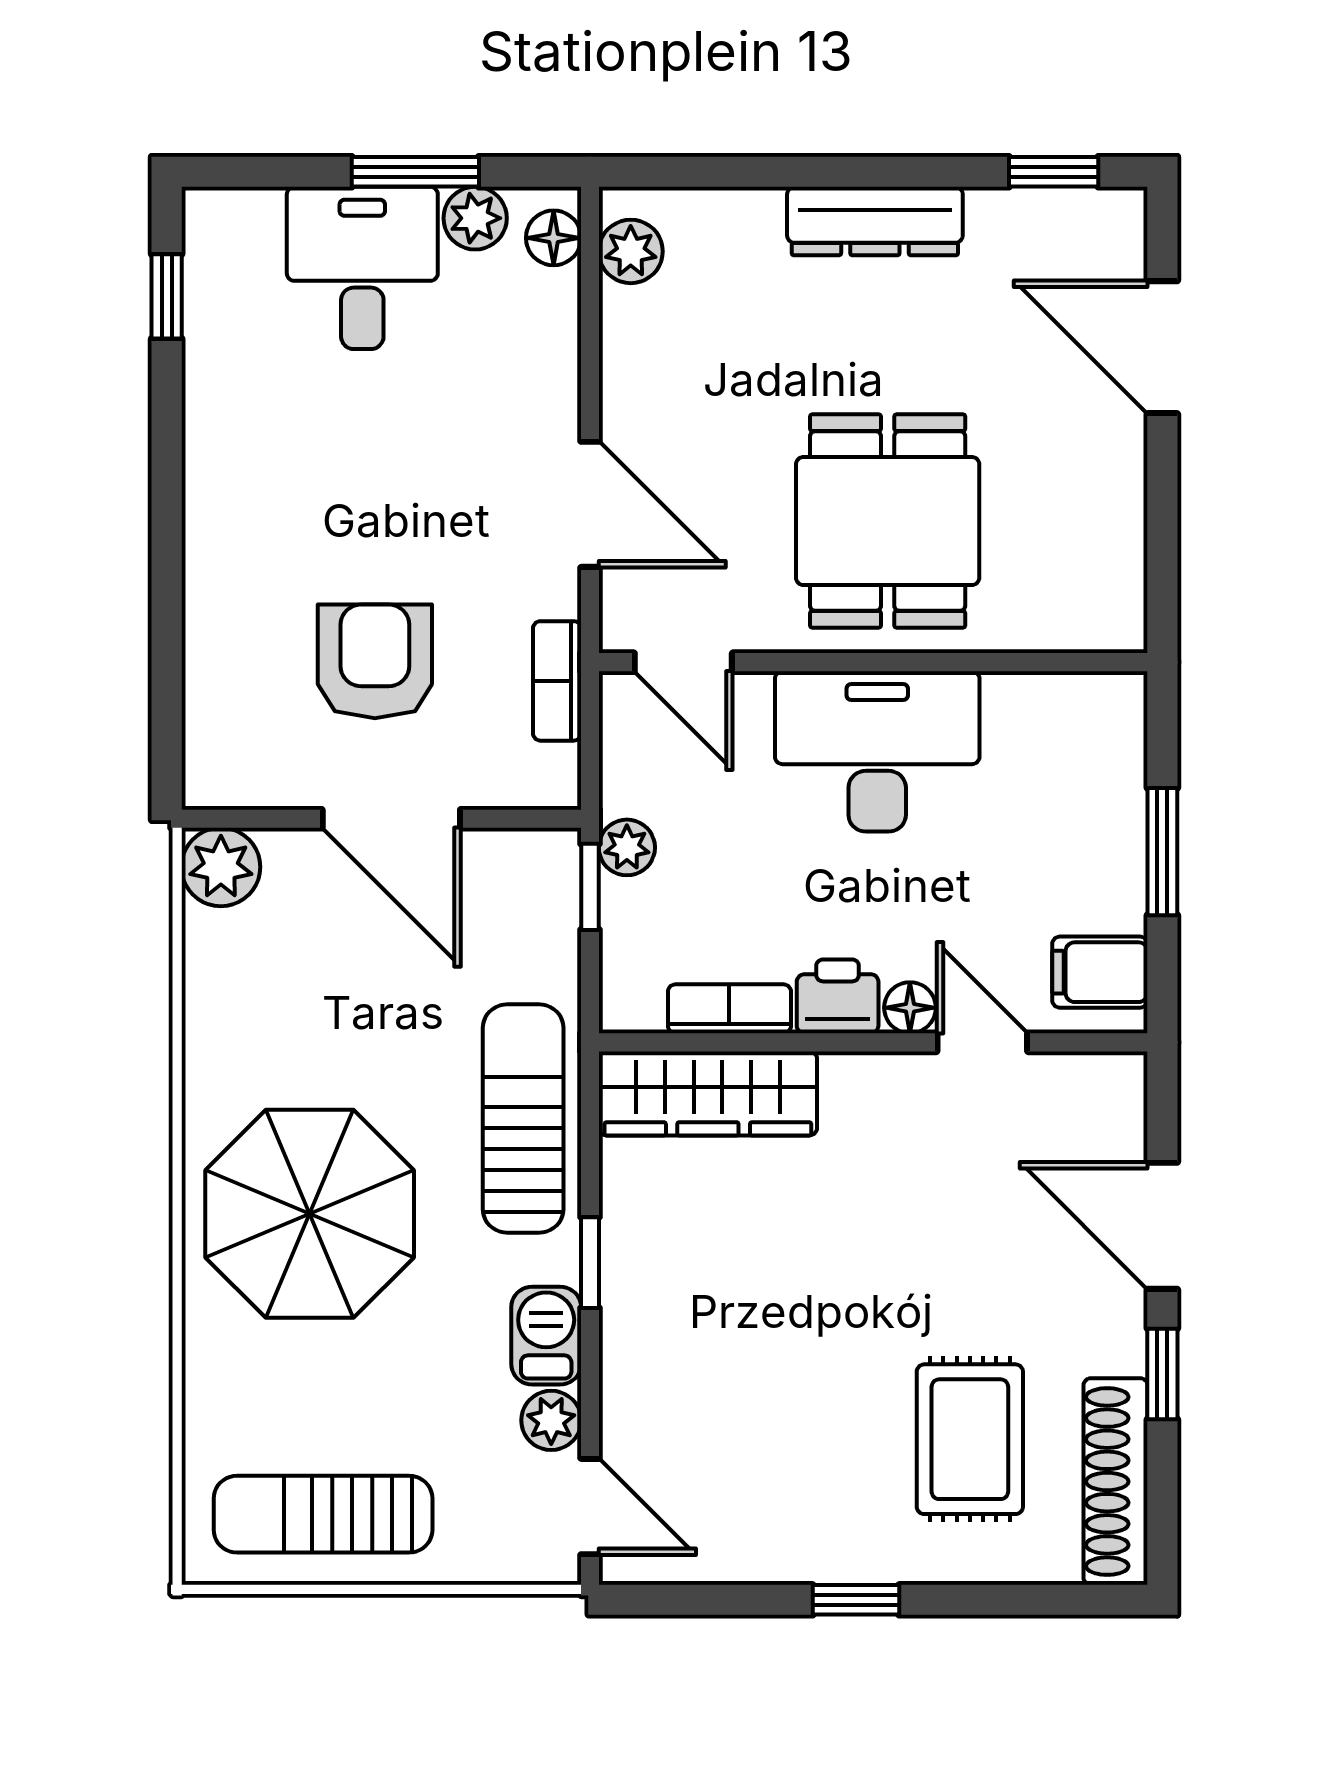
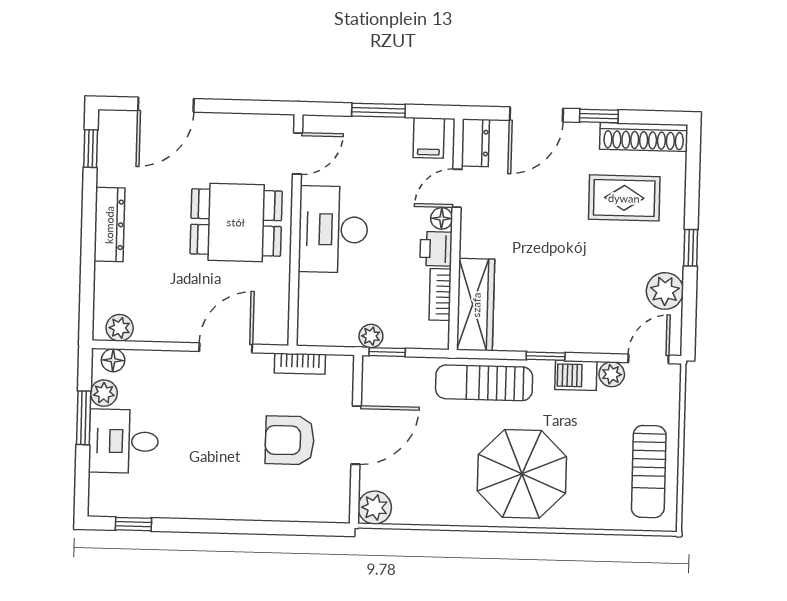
door: (683, 662) -> (298, 154), moved
dresser: (1091, 1083) -> (475, 143), added
plant: (752, 1541) -> (665, 291), added

